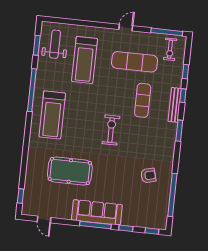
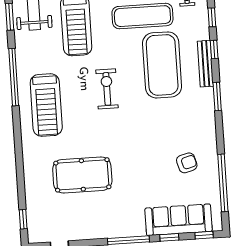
exercise mat: (143, 100) -> (162, 65), width x2.00, depth x1.45
exercise bike: (111, 130) -> (107, 89), moved
sofa: (97, 212) -> (179, 220), moved

